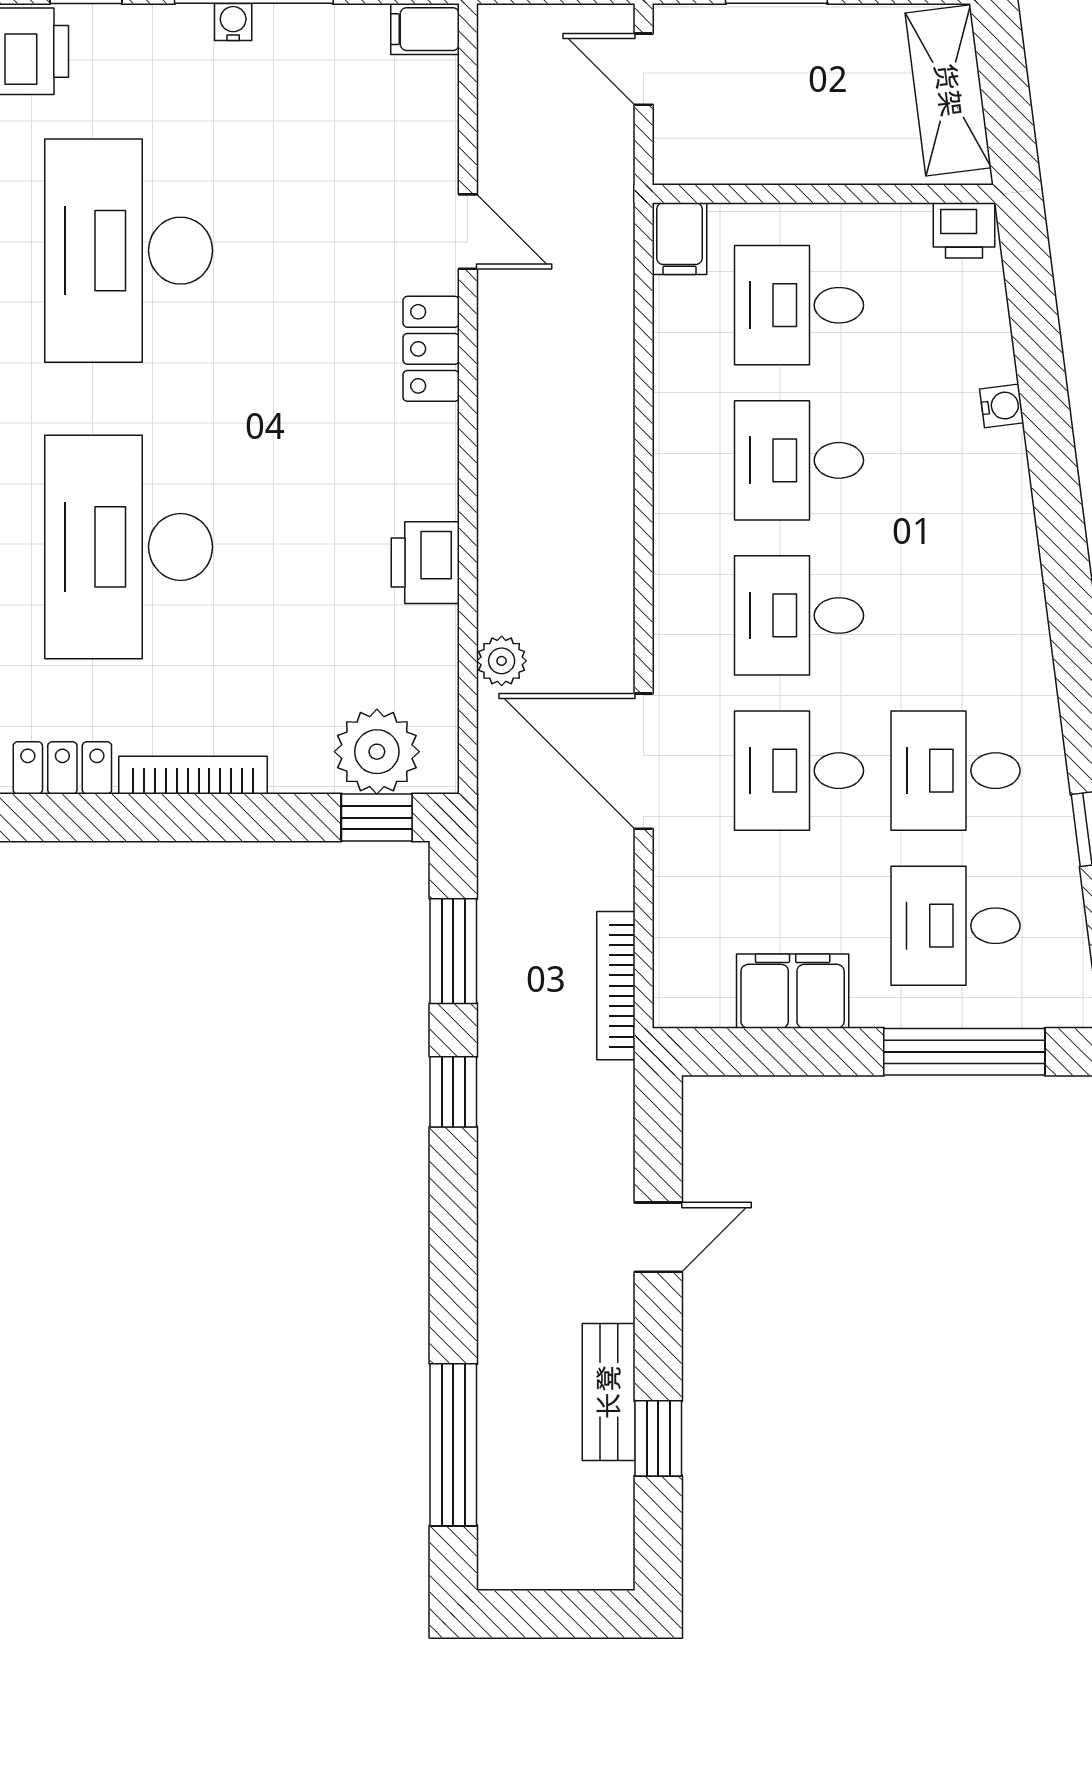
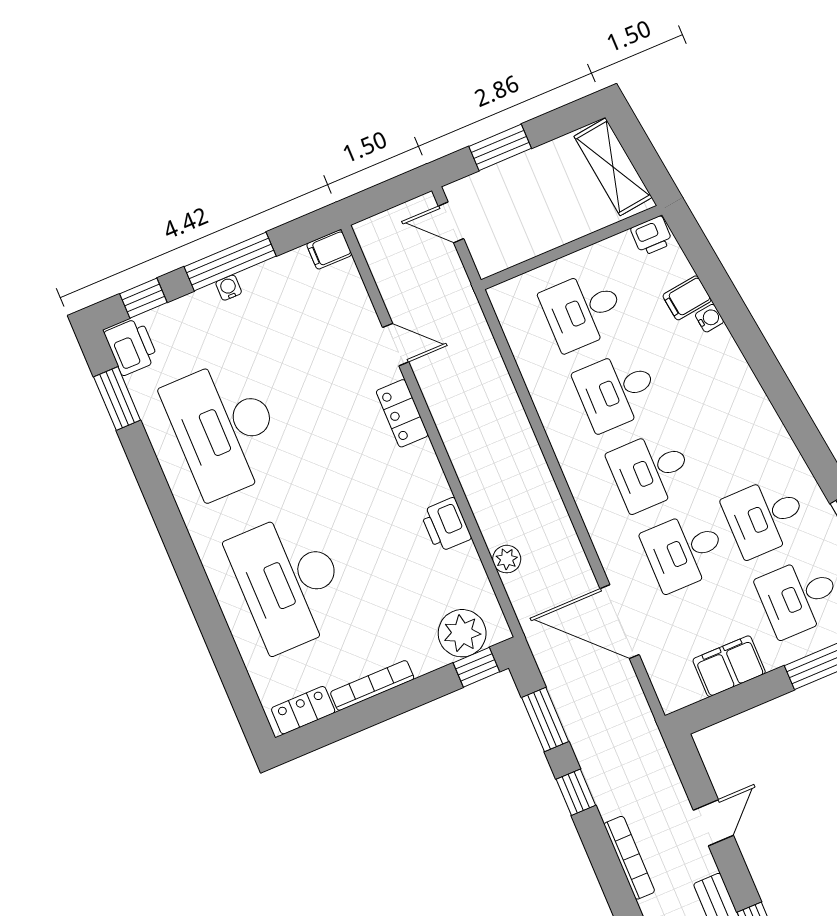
filing cabinet: (679, 239) -> (687, 298), moved, turned 83
door: (644, 761) -> (620, 622), moved
bookcase: (616, 986) -> (629, 858), moved, turned 180

